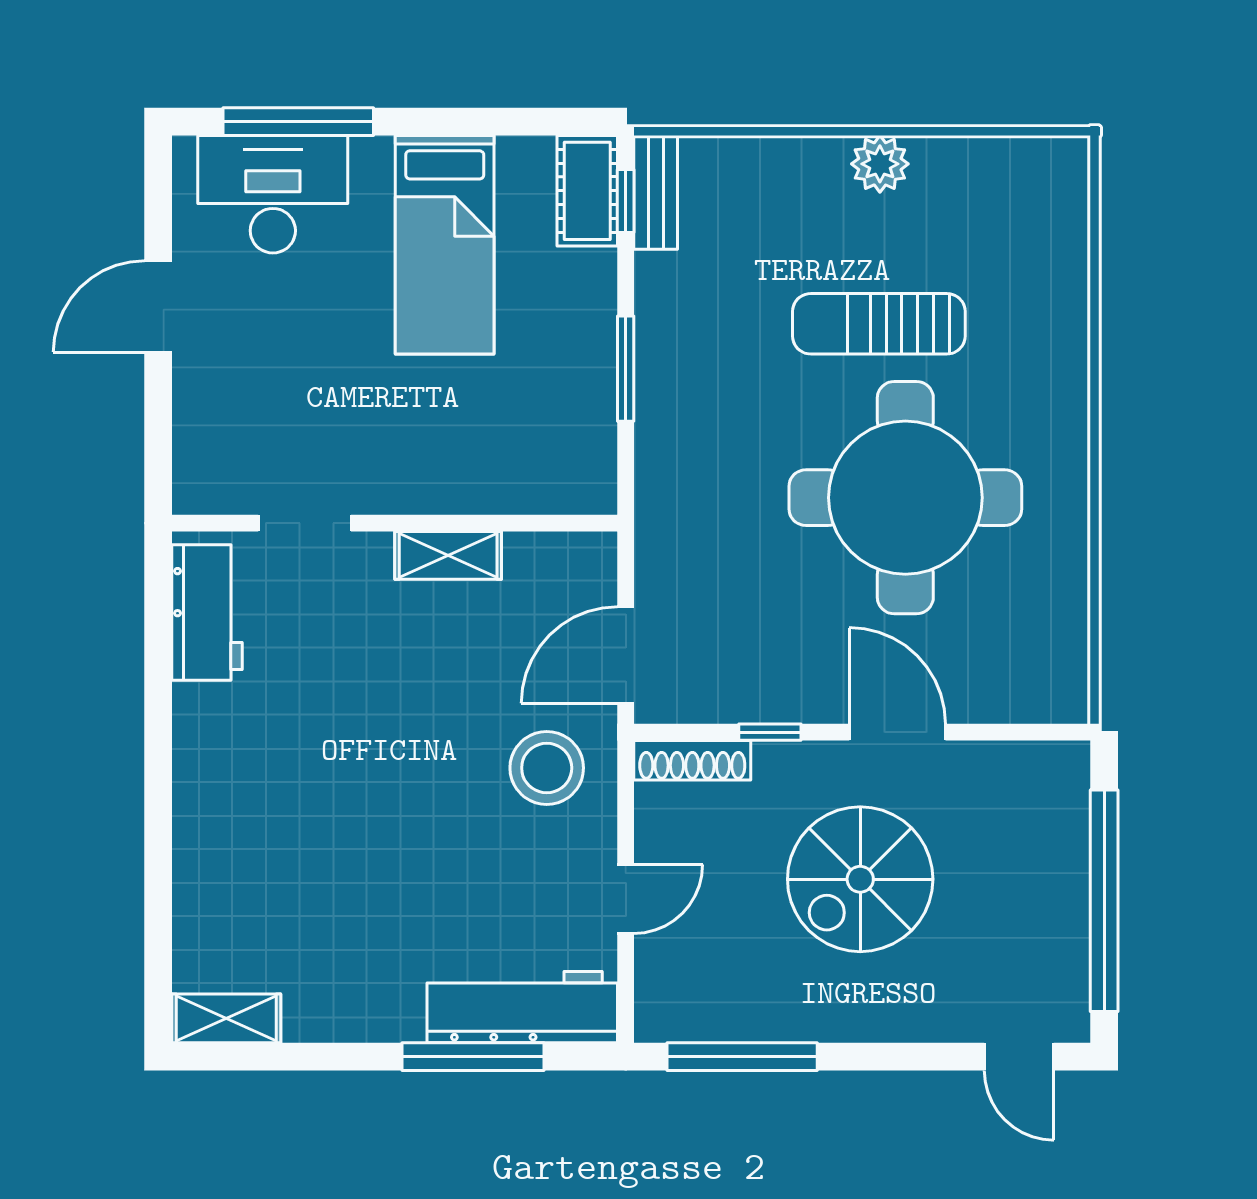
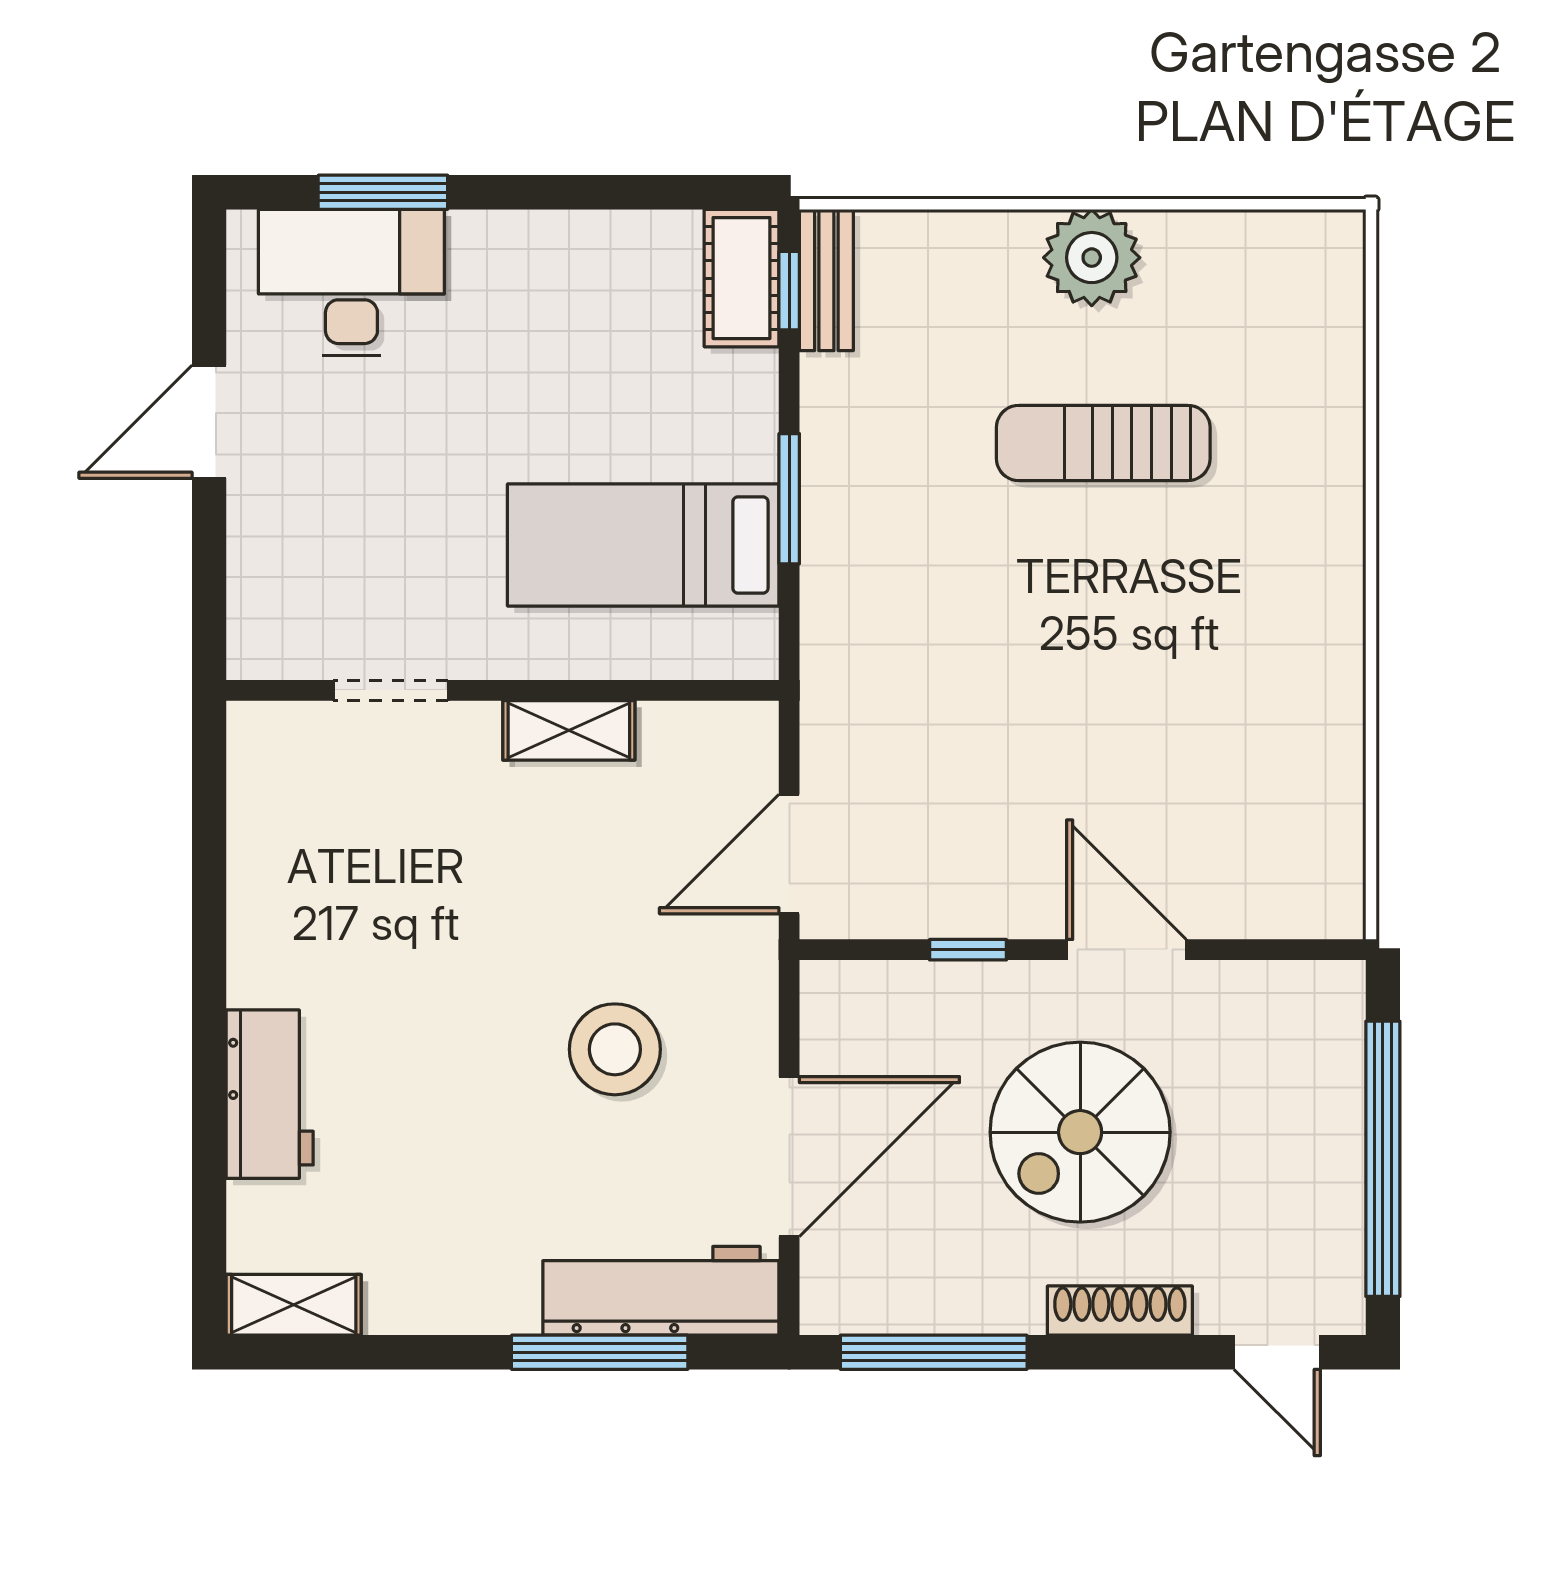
window: (298, 122) -> (383, 192), width x0.69
plant: (880, 164) -> (1092, 258), width x1.36, depth x1.36
bed: (445, 245) -> (643, 545), moved, turned 90
round table: (905, 498) -> (1136, 659), removed
workbench: (207, 612) -> (270, 1094), moved
shoe rack: (692, 760) -> (1120, 1311), moved, turned 180
stool: (547, 768) -> (615, 1049), moved
door: (626, 899) -> (789, 1157), width x1.87

